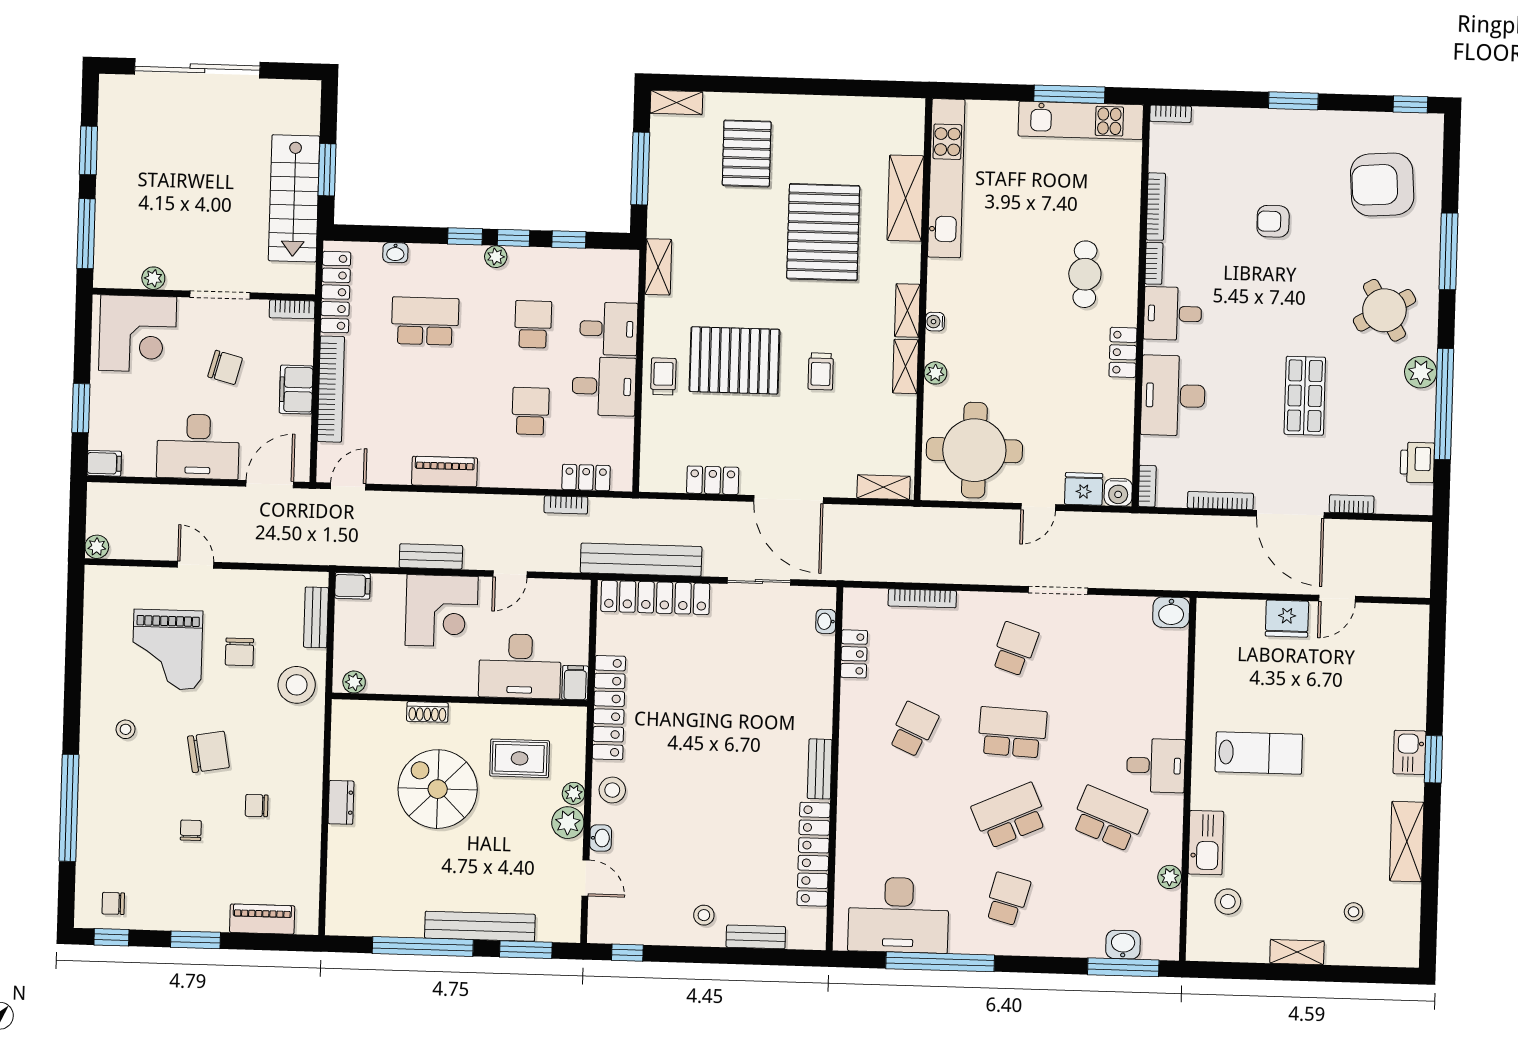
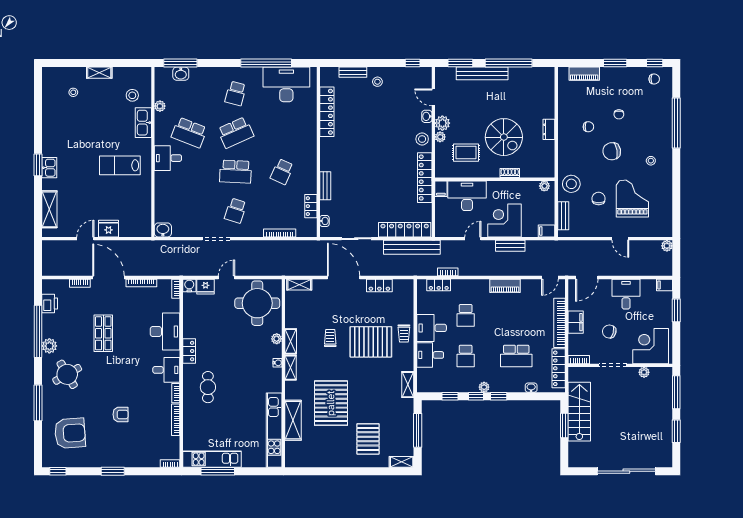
desk: (198, 447) -> (626, 294), width x0.73
bench: (820, 769) -> (325, 186), moved
shelving: (1407, 842) -> (49, 209), moved

